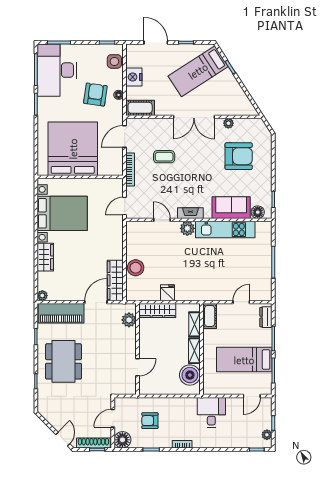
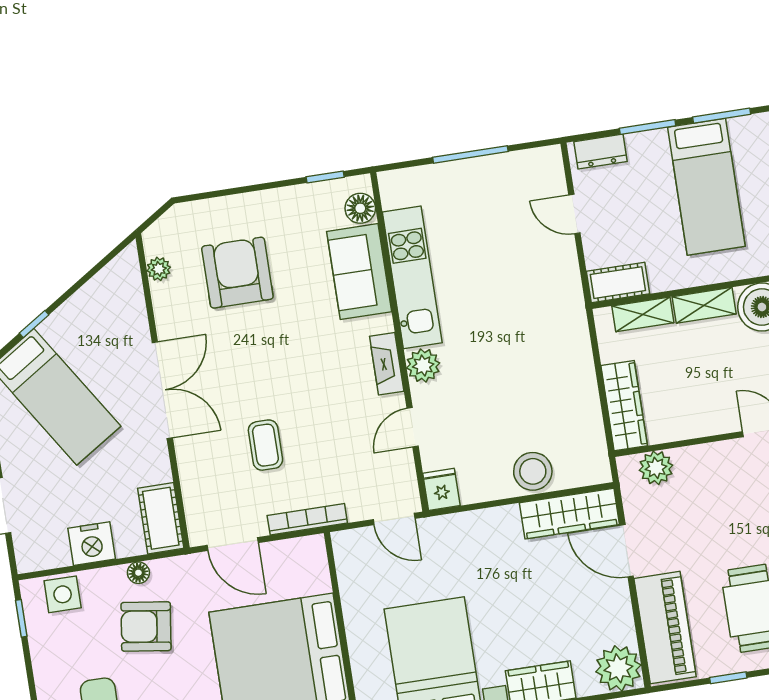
plant: (228, 123) -> (159, 269), moved
fridge: (167, 293) -> (441, 489), moved, turned 90
plant: (42, 296) -> (618, 668), width x1.88, depth x1.88

